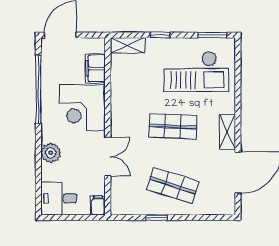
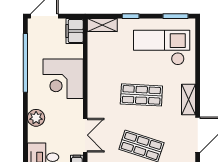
filing cabinet: (95, 68) -> (75, 31), moved
checkout: (196, 72) -> (162, 48), turned 180
double door: (108, 157) -> (85, 135), moved

